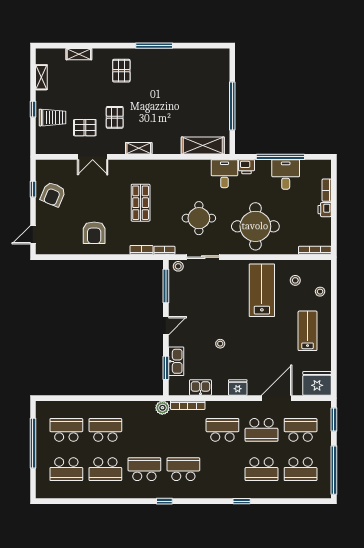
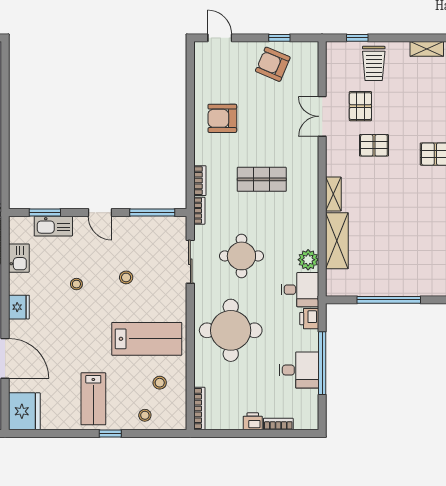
window: (33, 109) -> (357, 38), moved
shelving: (203, 146) -> (337, 241), moved
shelving: (139, 148) -> (333, 194), moved
plant: (202, 167) -> (308, 260), added
stool: (178, 266) -> (126, 277), moved
window: (334, 318) -> (110, 433), added
lab bench: (308, 331) -> (93, 399), turned 90

